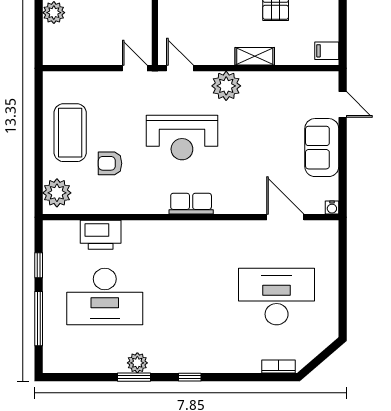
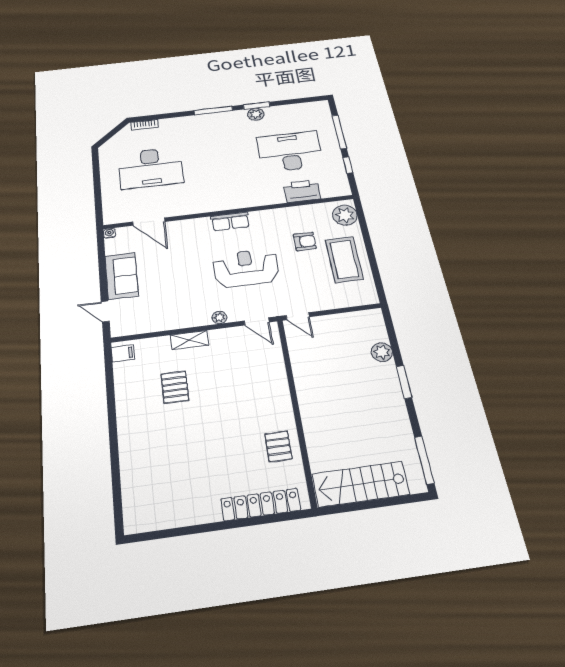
plant: (226, 86) -> (219, 317), width x0.53, depth x0.53
window: (190, 377) -> (213, 111), width x2.17

